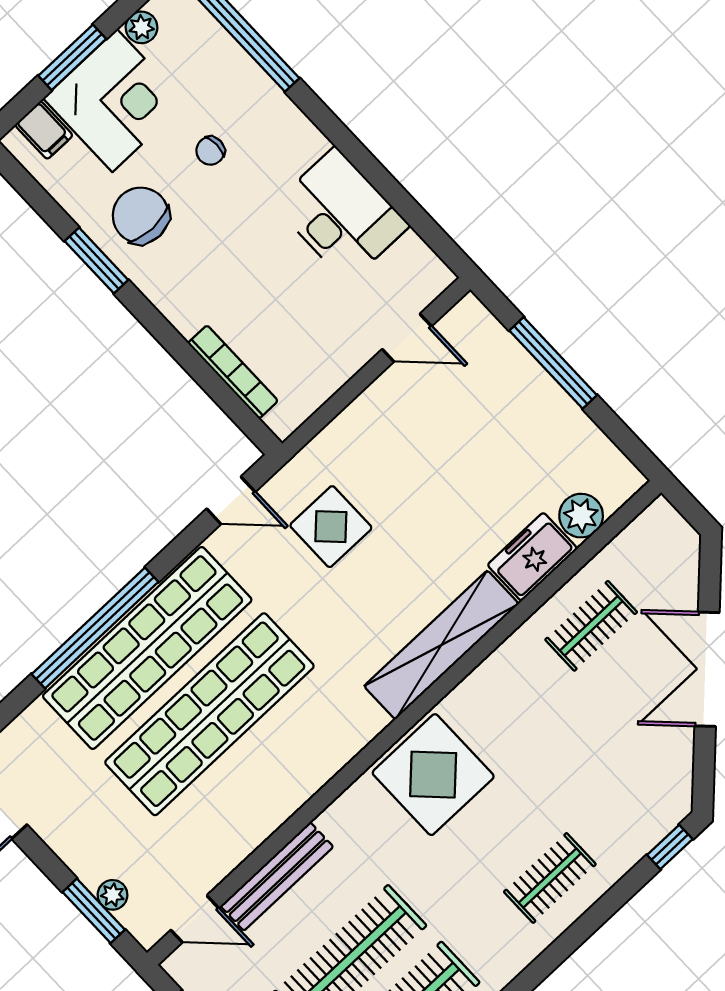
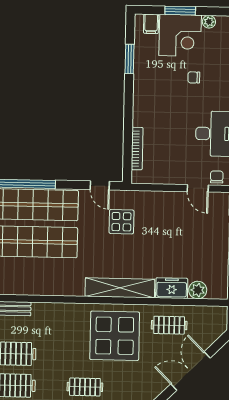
chair: (141, 216) -> (217, 177), moved, width x0.54, depth x0.54
window: (96, 260) -> (129, 59), moved
display table: (433, 775) -> (115, 336), moved, width x1.36, depth x1.36

